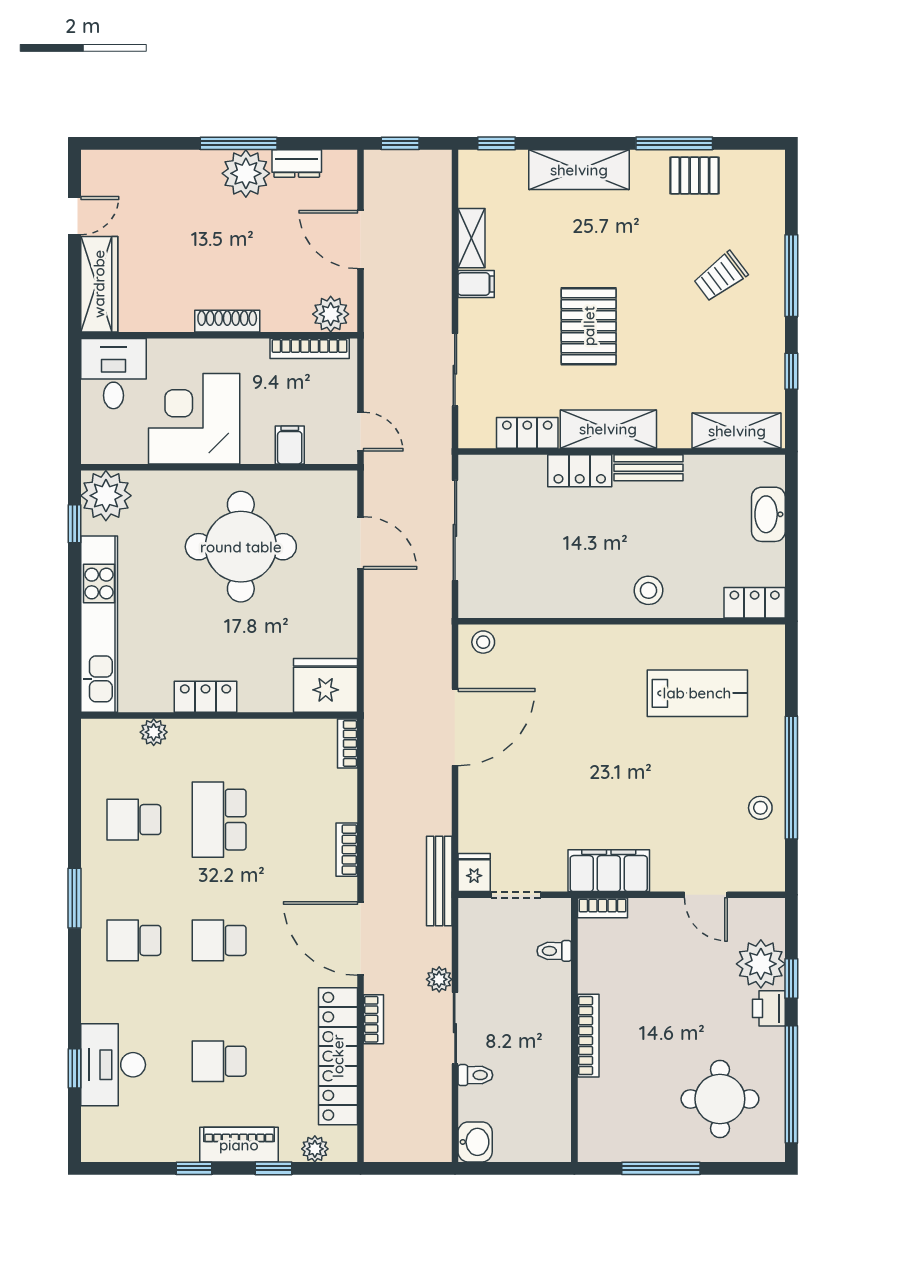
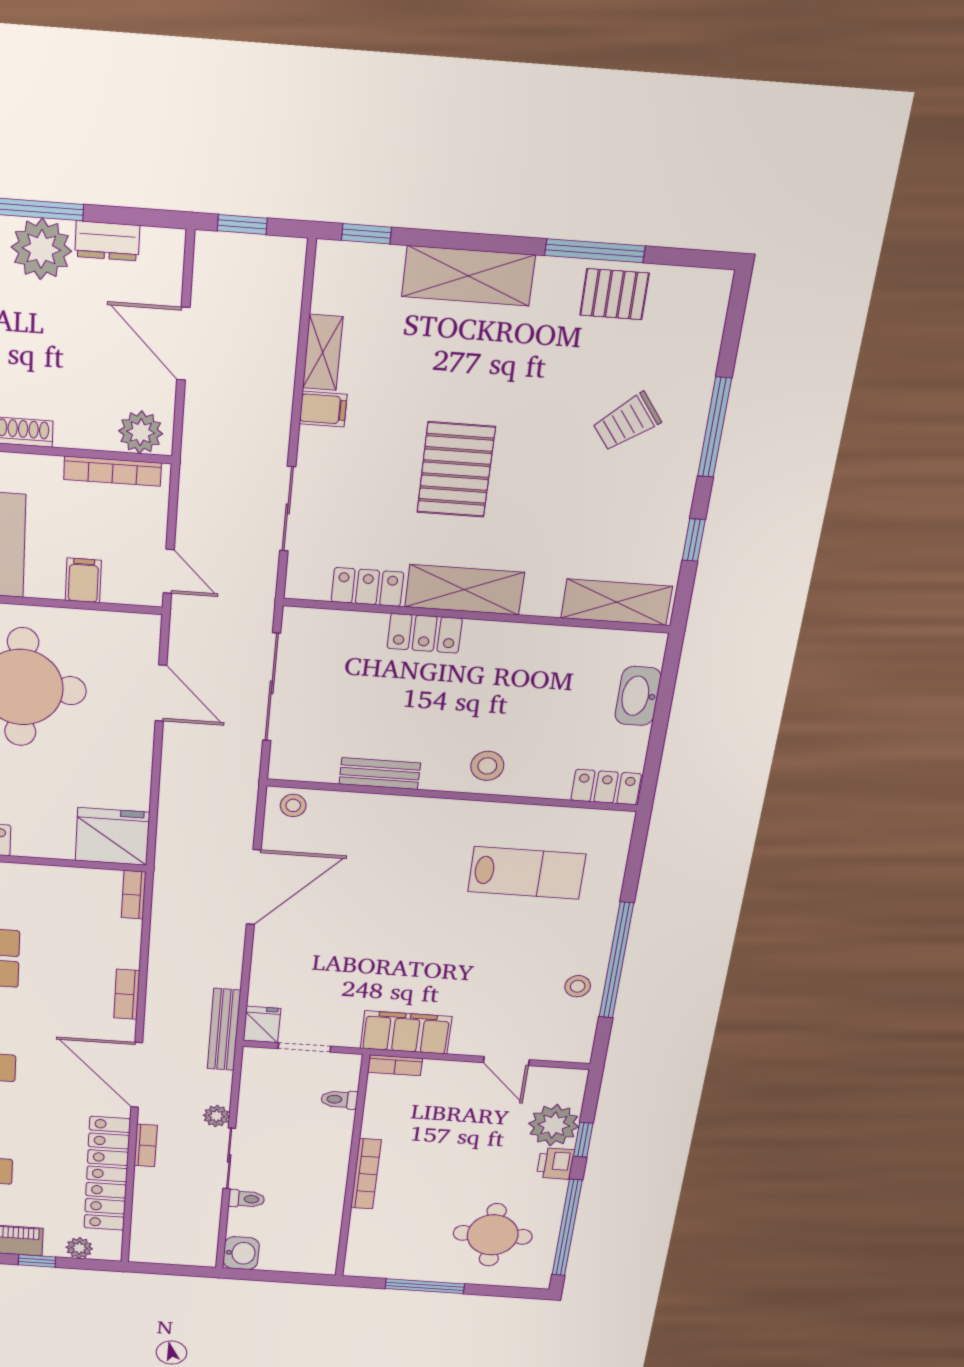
bench: (648, 468) -> (380, 774), moved

